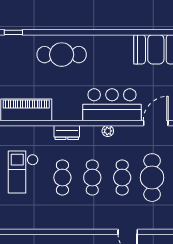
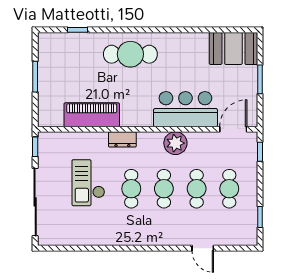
plant: (108, 131) -> (175, 143), width x1.88, depth x1.88
dresser: (67, 133) -> (122, 139), moved
cafe table: (152, 178) -> (229, 189), width x0.73, depth x0.74

